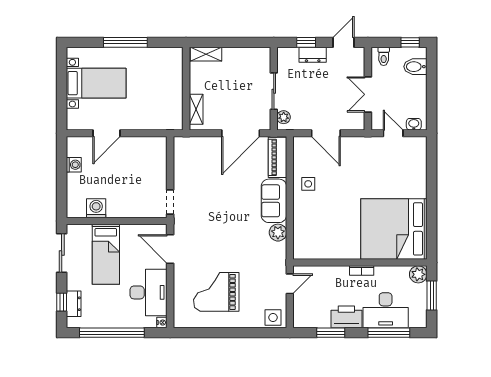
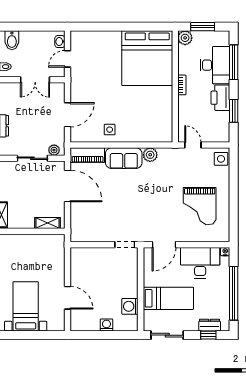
washing machine: (74, 165) -> (106, 325), moved

